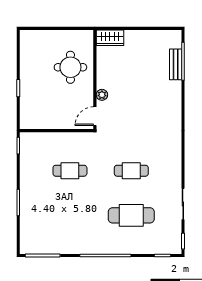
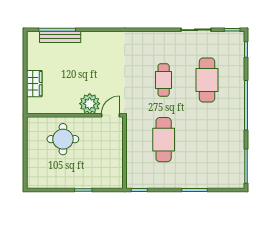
wardrobe: (110, 38) -> (34, 84), moved
bench: (176, 64) -> (60, 37), width x1.36
plant: (102, 95) -> (90, 104), width x1.88, depth x1.88
door: (95, 116) -> (110, 115), swing flipped
cafe table: (70, 171) -> (164, 140), width x1.37, depth x1.35

